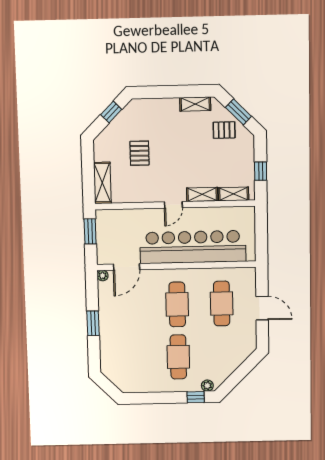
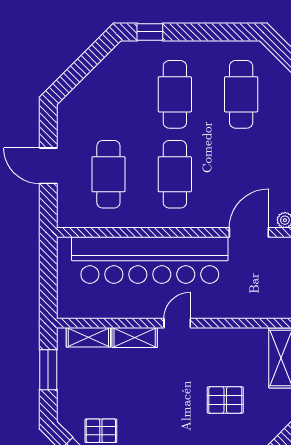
pallet: (139, 153) -> (225, 400), turned 90
window: (261, 171) -> (48, 370), width x1.50
cafe table: (134, 358) -> (241, 94), added
plant: (207, 386) -> (132, 49), removed

